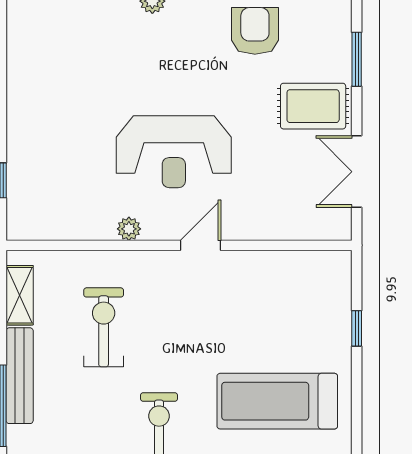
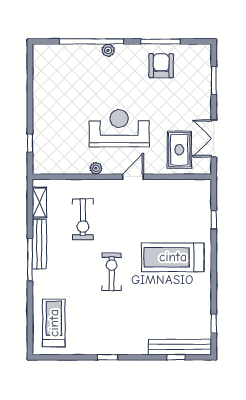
rug: (313, 106) -> (179, 150), moved, turned 90
reception desk: (174, 152) -> (119, 128), turned 180
exercise bike: (104, 327) -> (83, 219), turned 180

